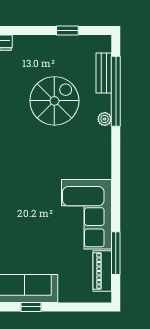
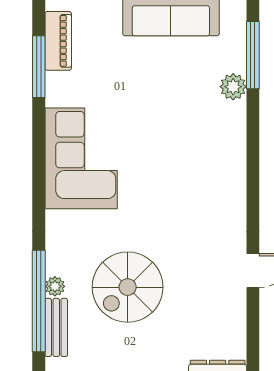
plant: (105, 119) -> (55, 286), moved
corner sofa: (87, 214) -> (81, 158), moved

